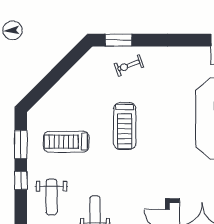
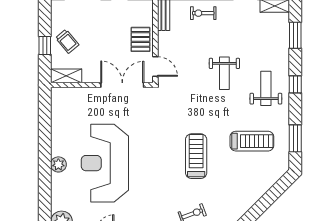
window: (21, 180) -> (295, 84), moved

